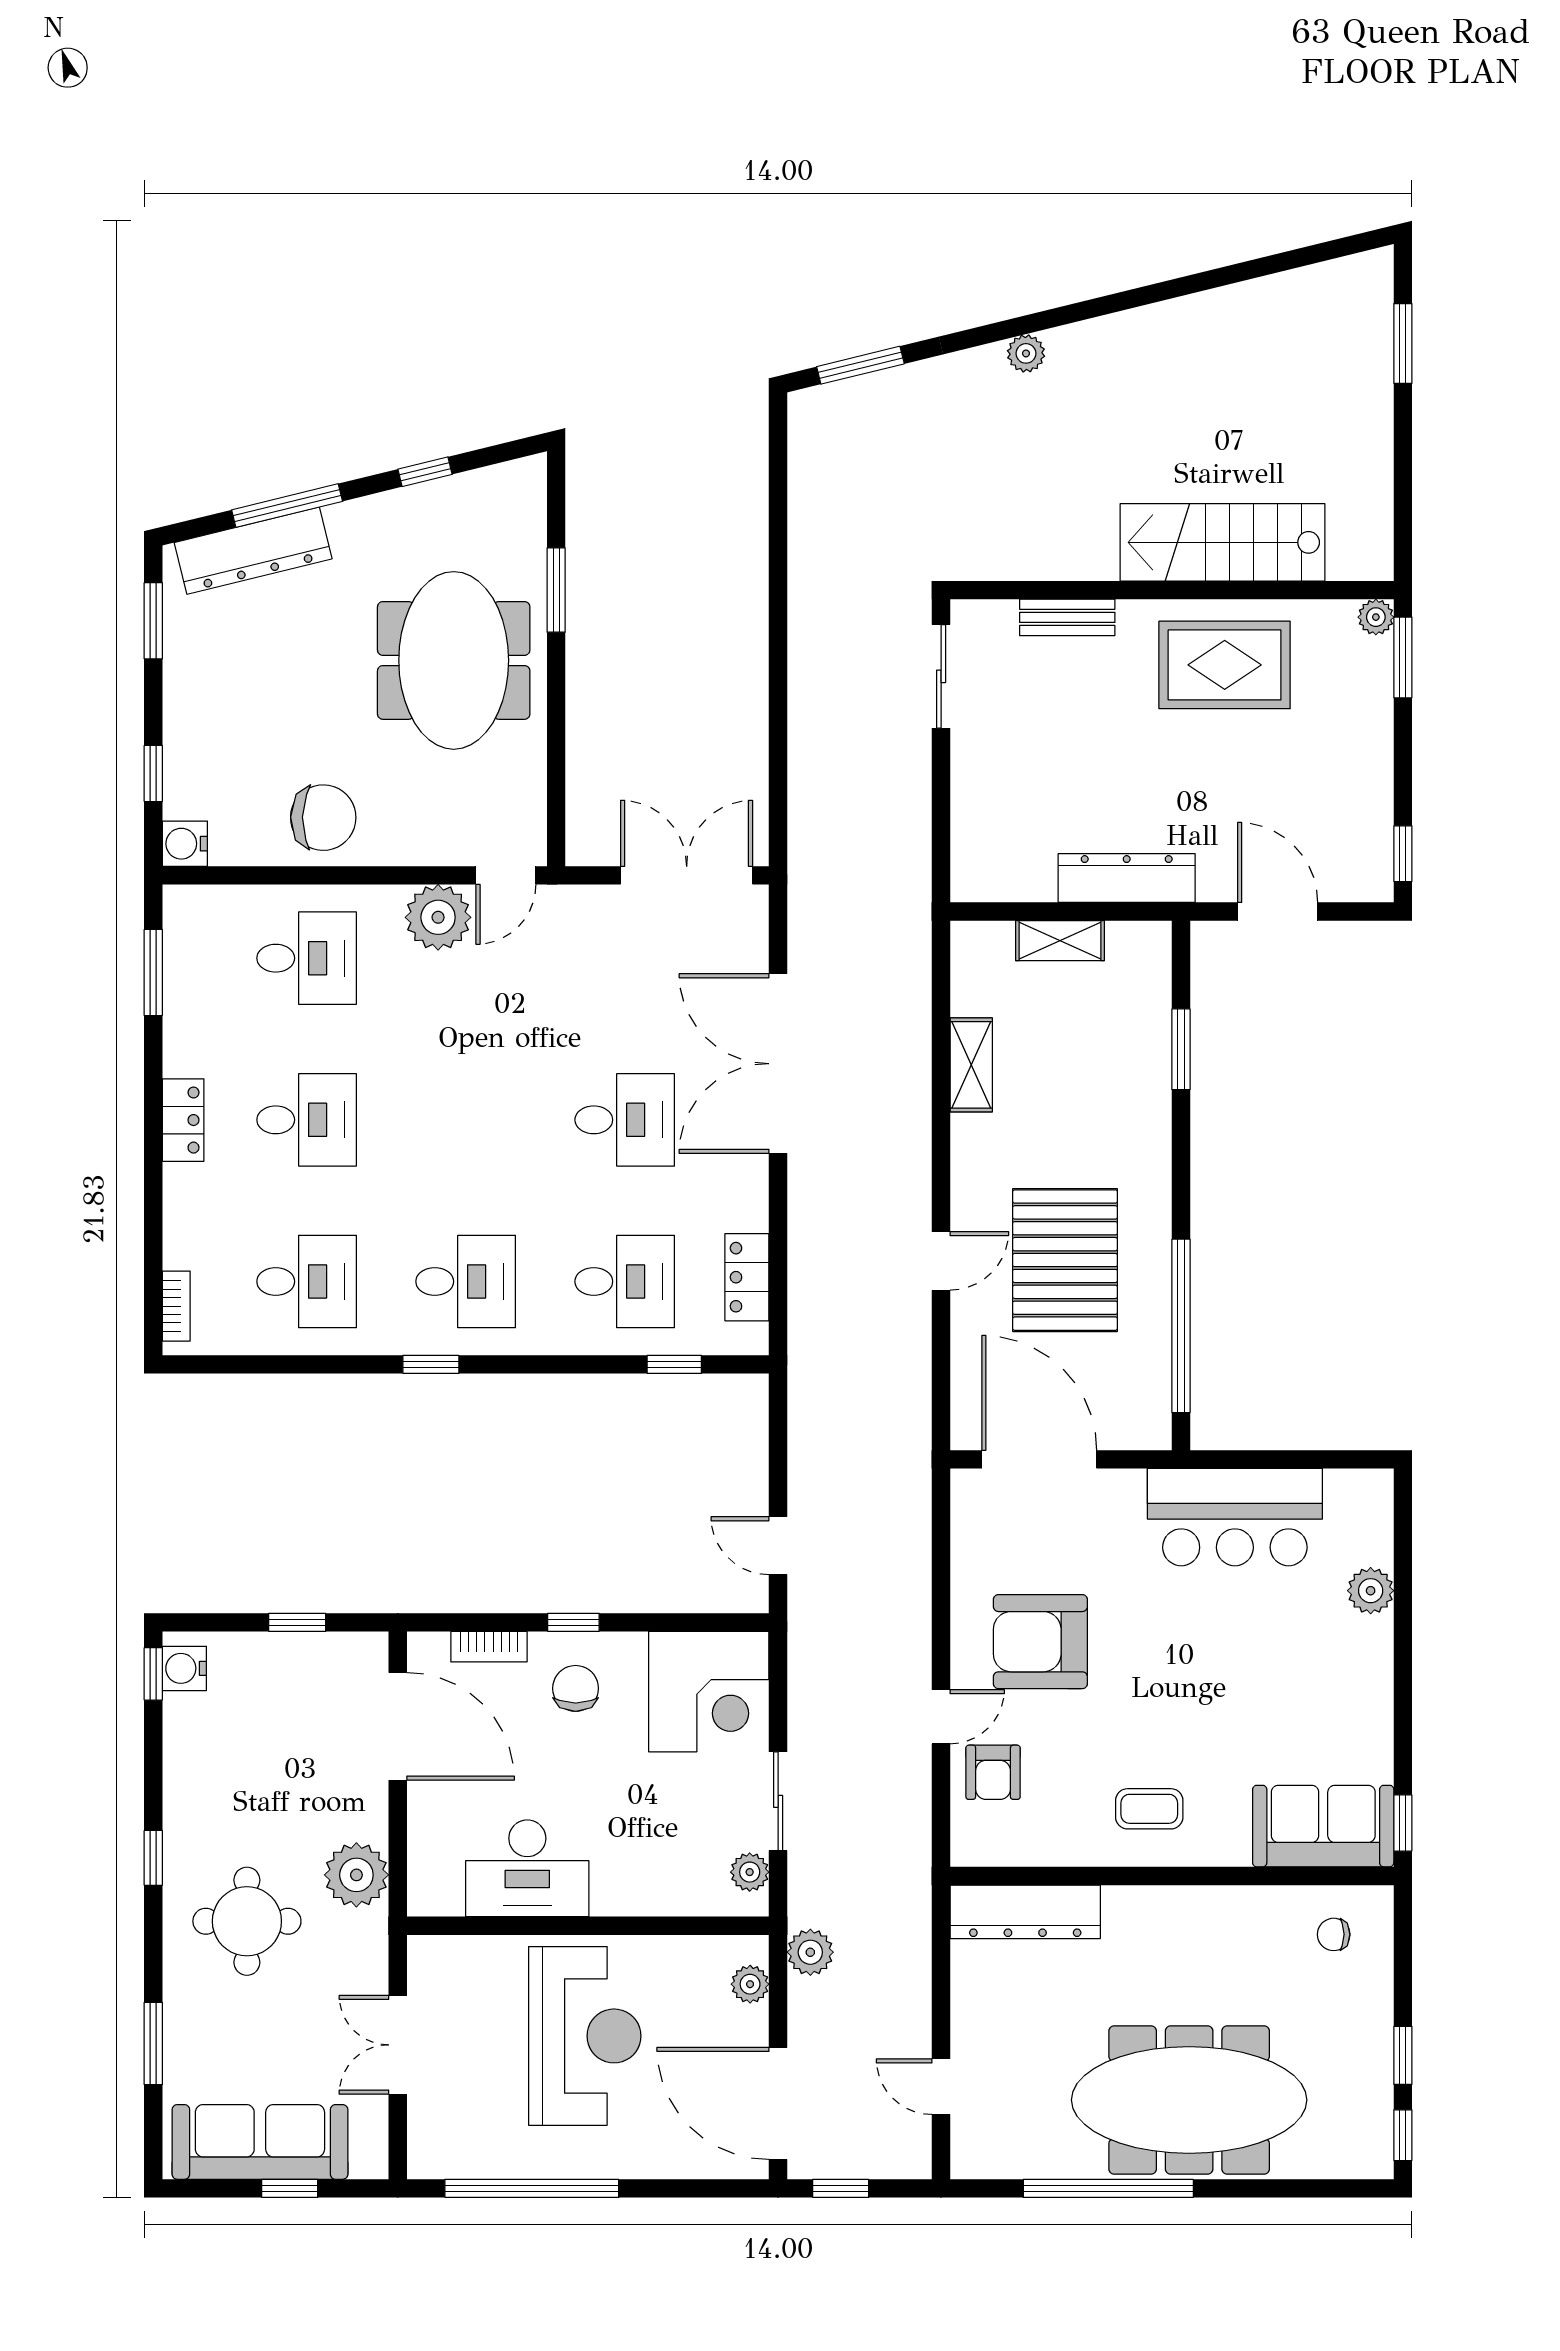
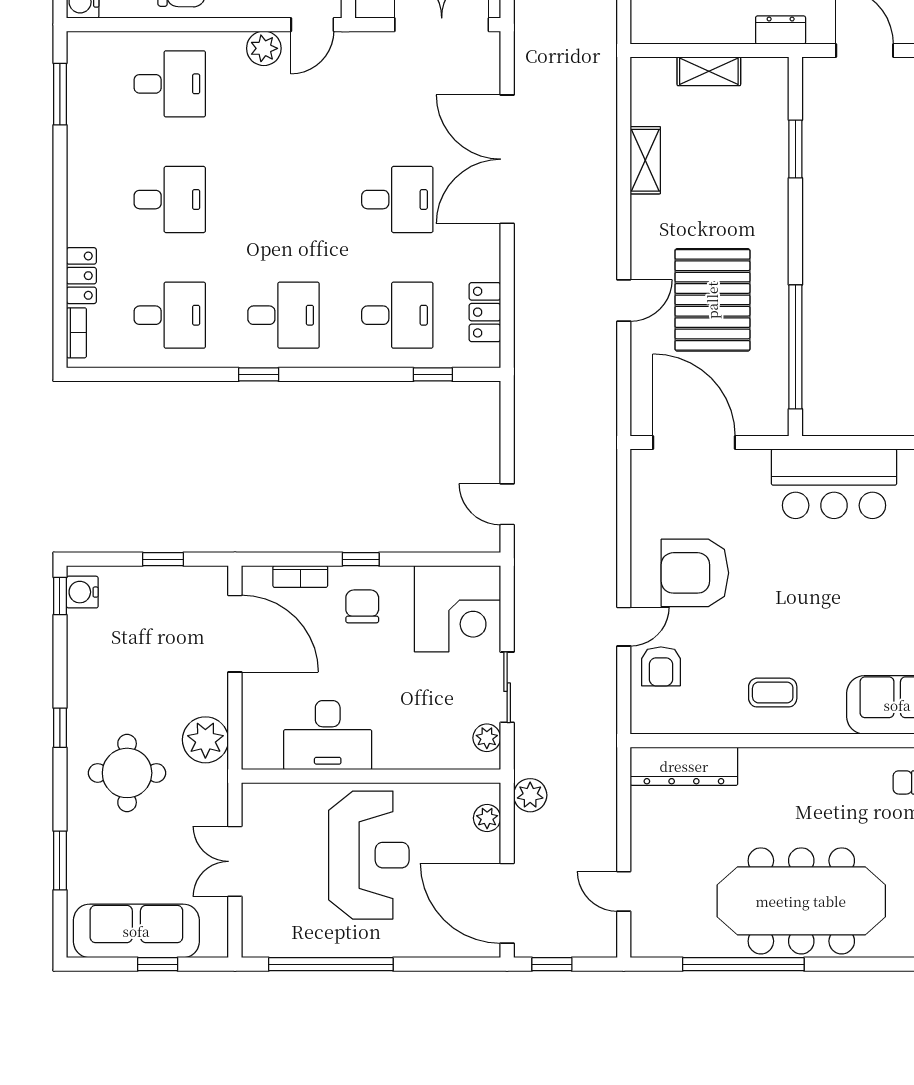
dresser: (1127, 878) -> (781, 30), width x0.51, depth x0.80
plant: (438, 917) -> (264, 48), width x0.73, depth x0.73
locker: (183, 1120) -> (81, 276), moved

